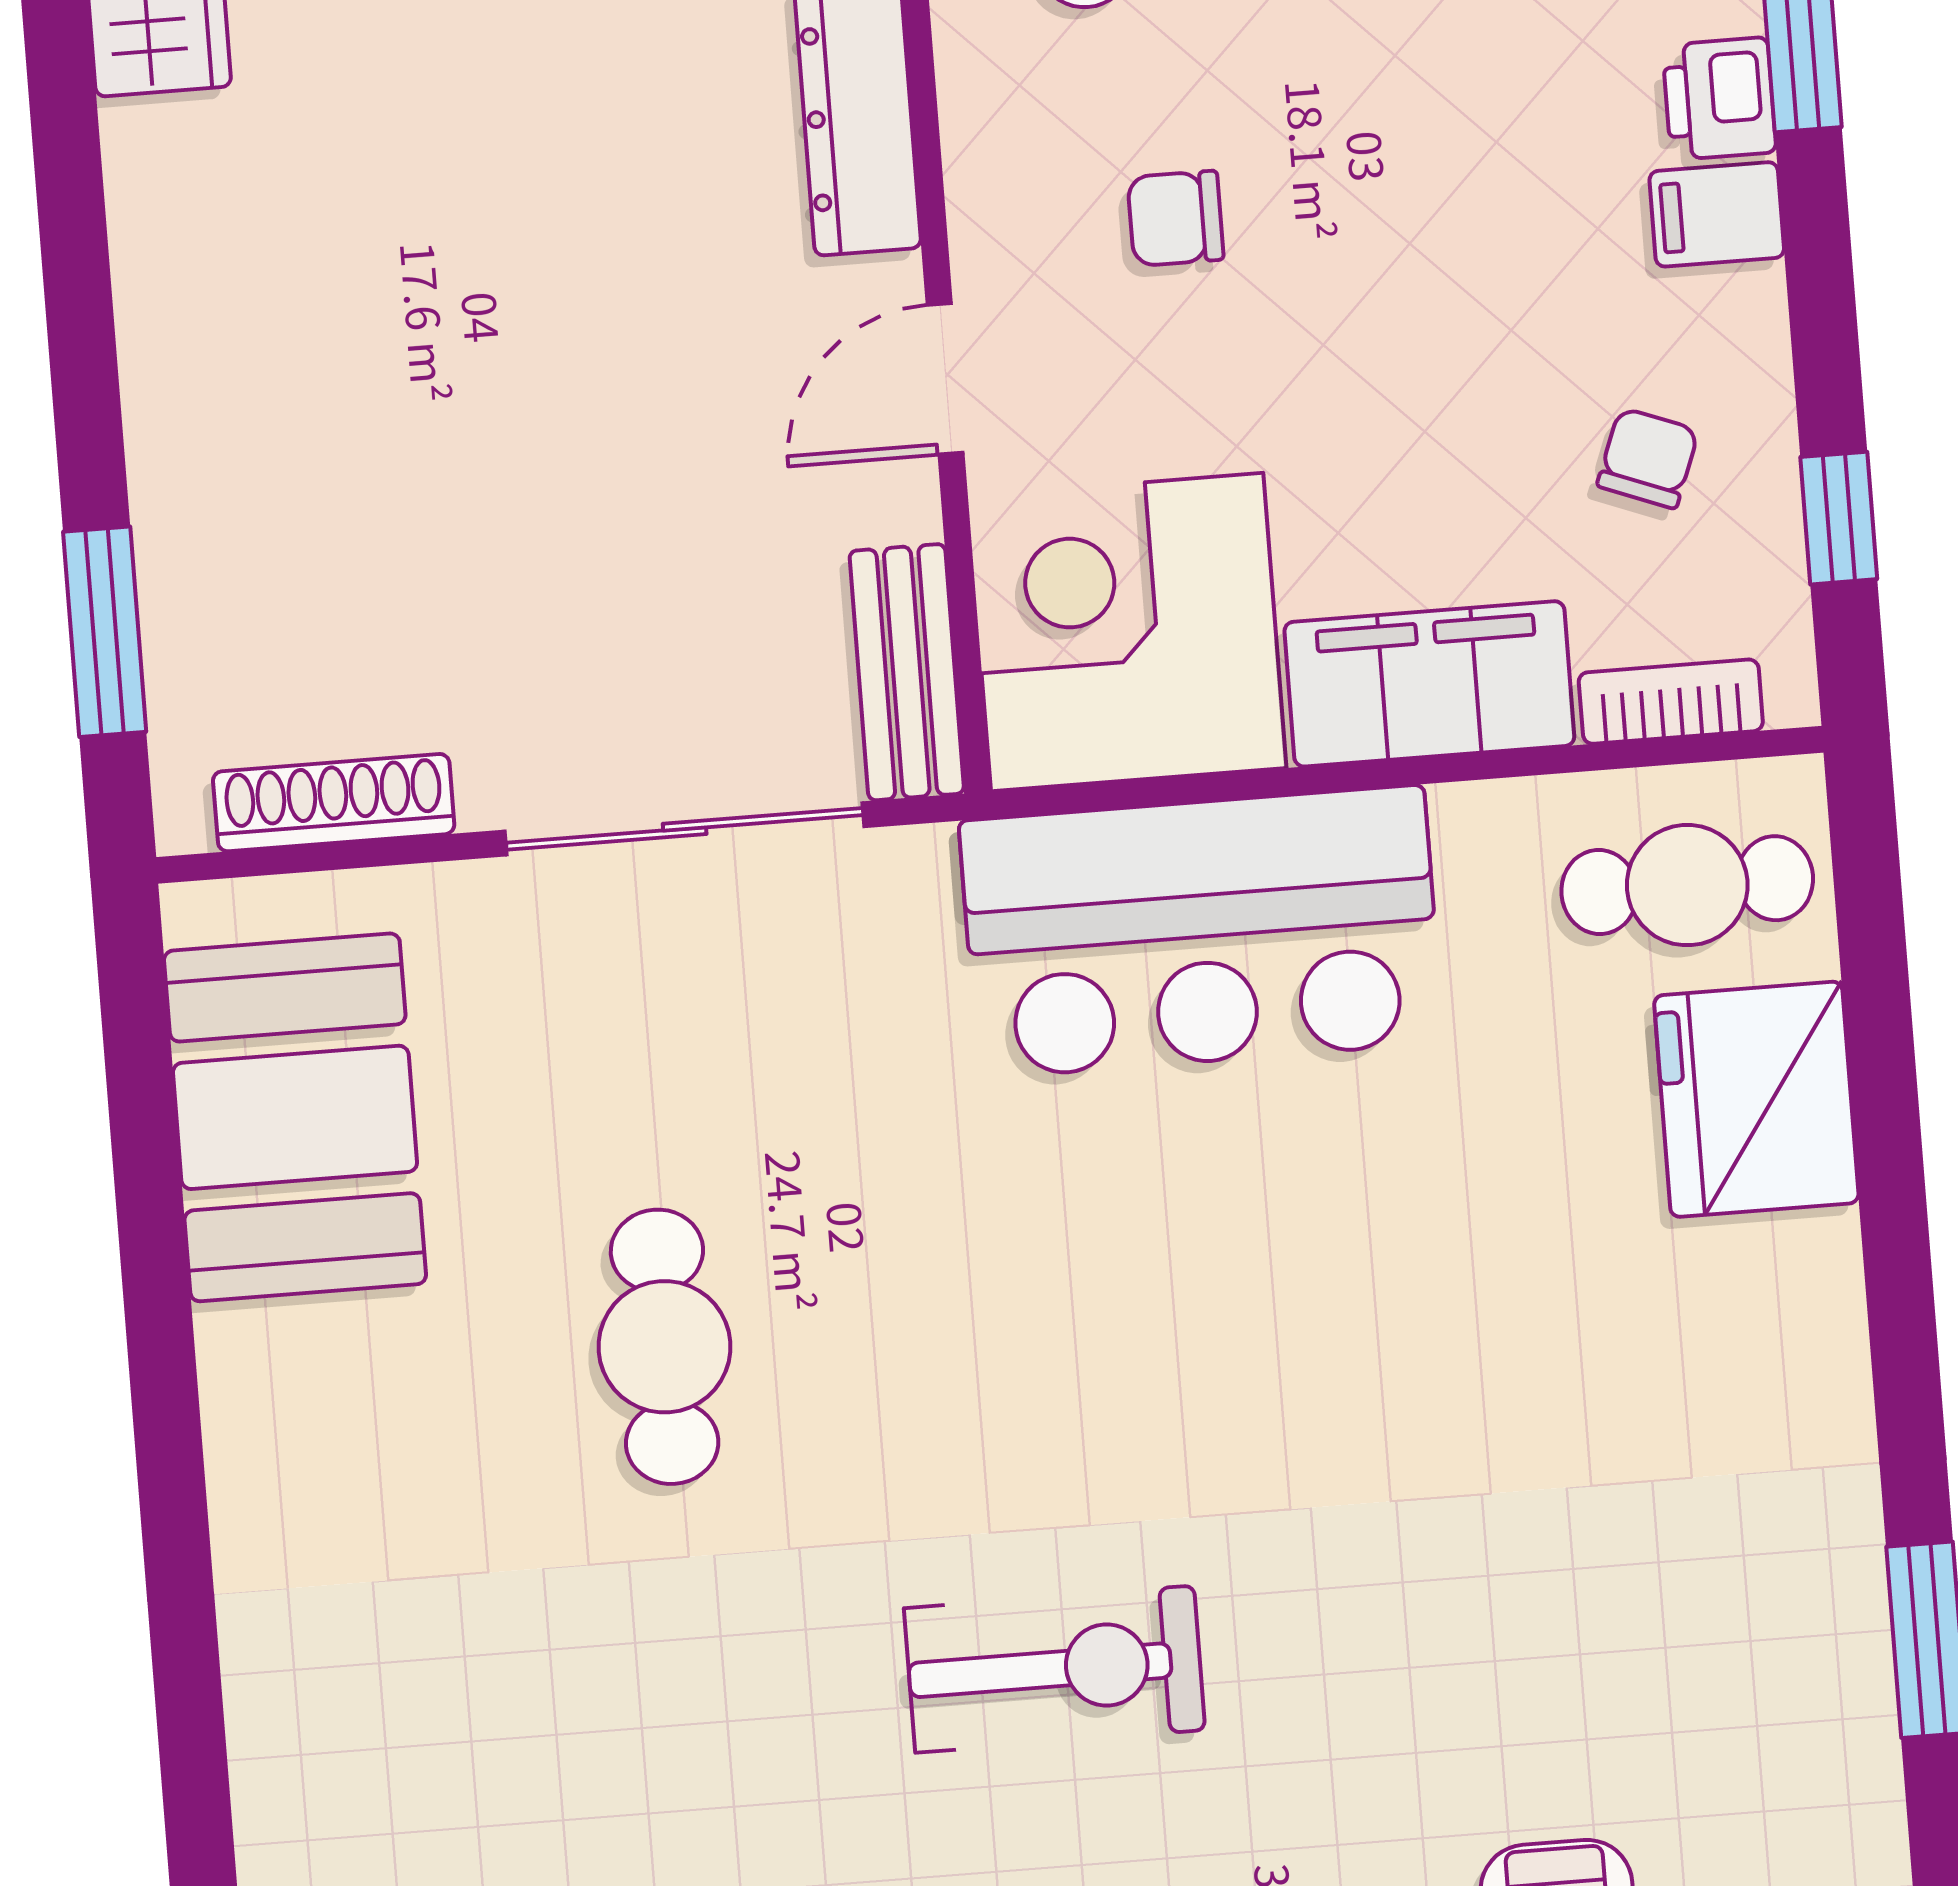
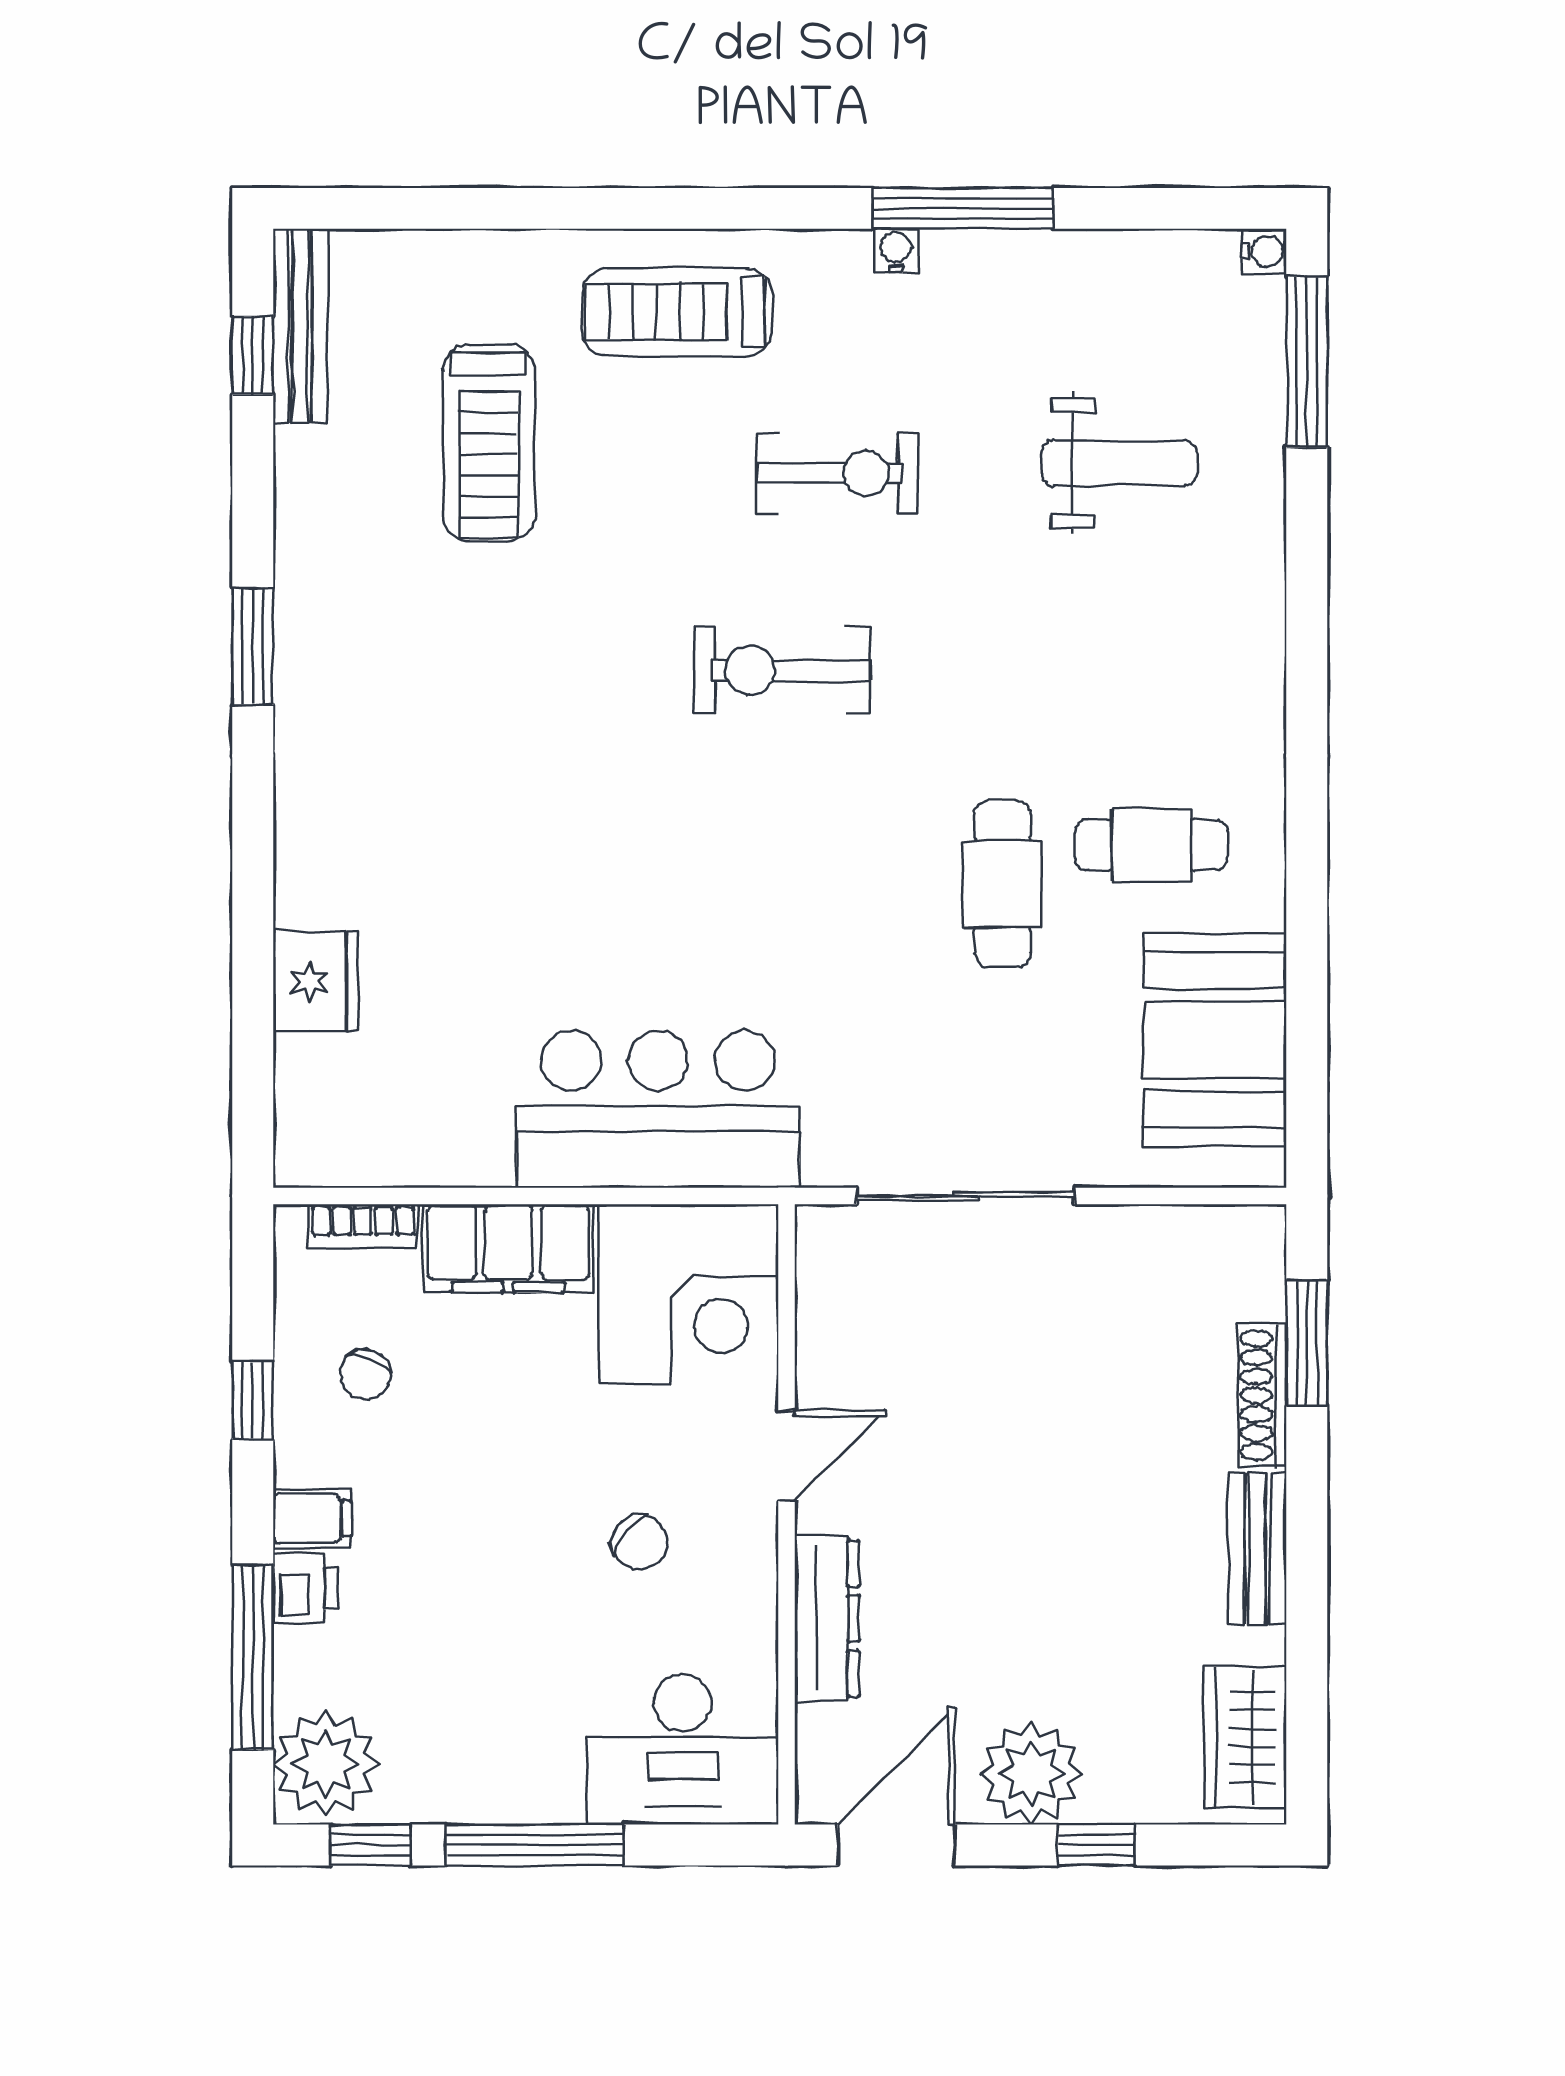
chair: (1176, 218) -> (640, 1542), turned 40
window: (1839, 518) -> (253, 1400), moved
bench: (907, 672) -> (1257, 1549), moved
shoe rack: (334, 803) -> (1262, 1395), moved, turned 90
cafe table: (1687, 885) -> (1151, 845), moved
fridge: (1756, 1099) -> (316, 981), width x0.73, depth x0.75

